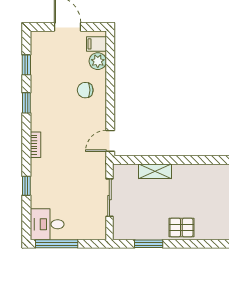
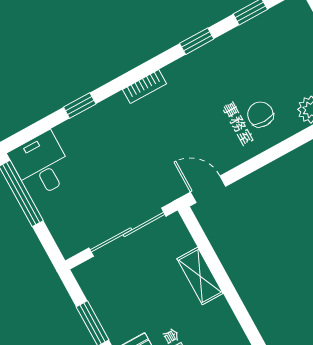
sliding door: (109, 198) -> (127, 232), width x1.37

